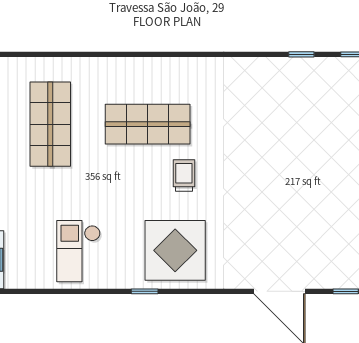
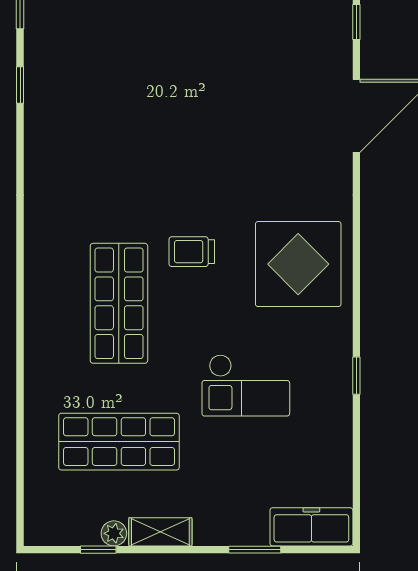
checkout: (78, 251) -> (246, 385), moved
window: (145, 291) -> (356, 376), moved

